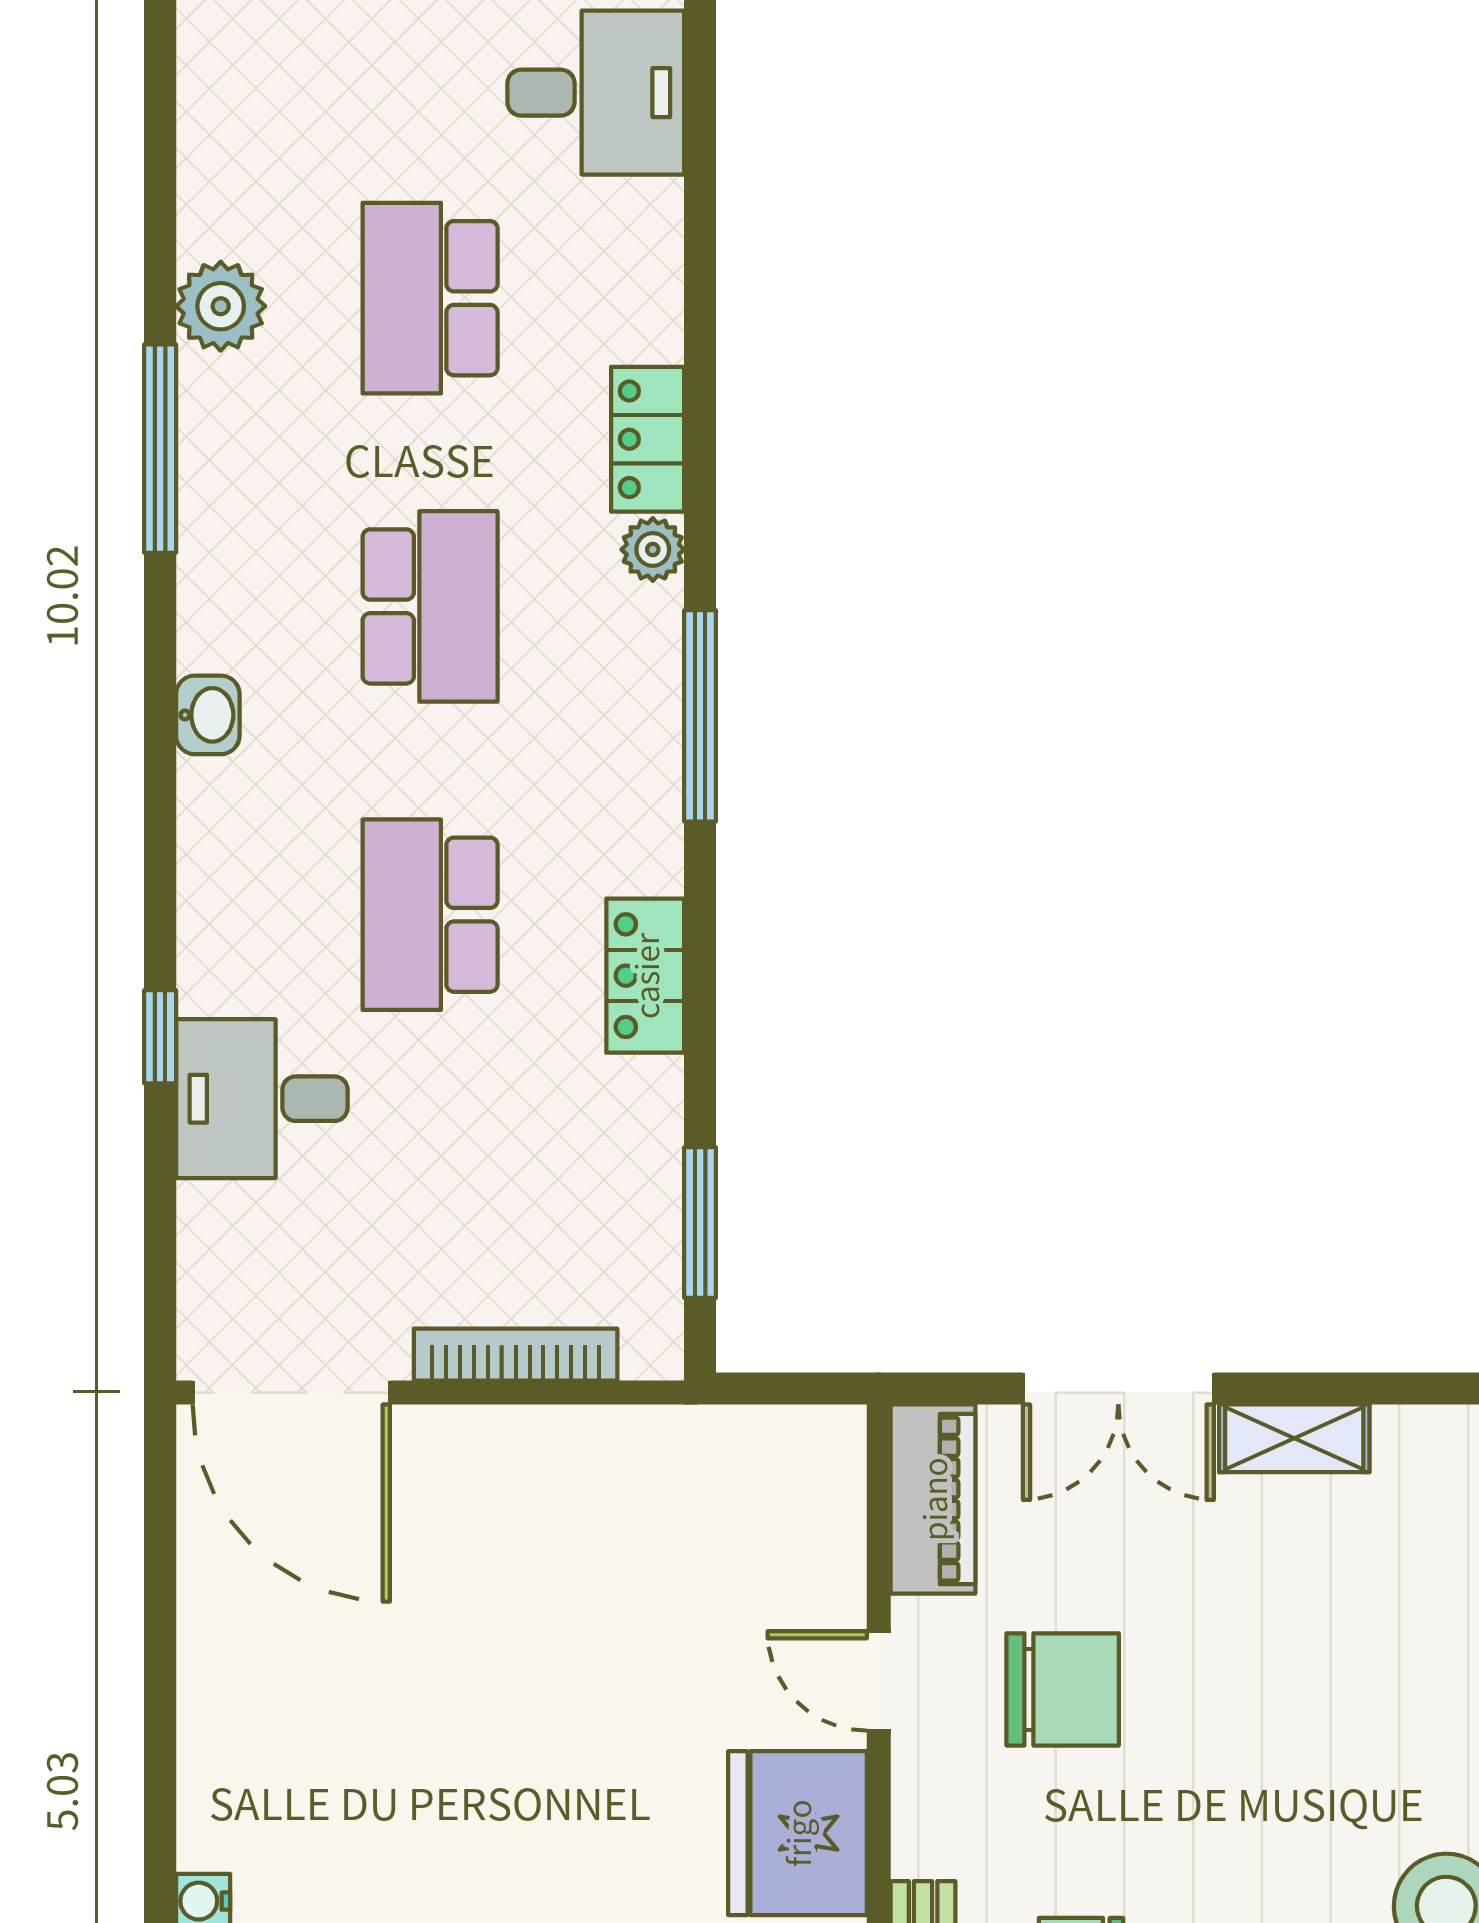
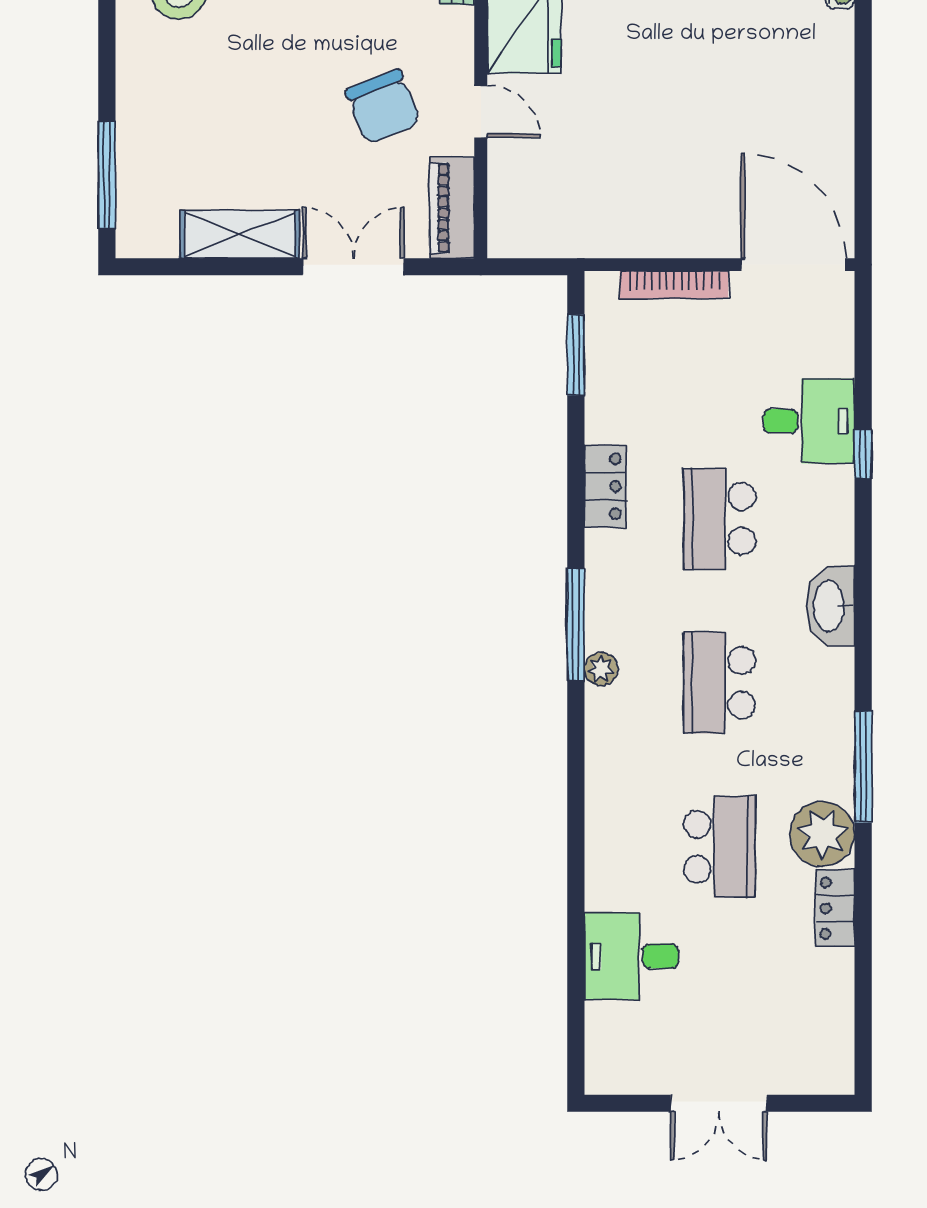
plant: (221, 306) -> (822, 834), width x1.36, depth x1.36
locker: (648, 439) -> (835, 908), moved, turned 180
plant: (653, 549) -> (601, 669), moved
washbasin: (208, 715) -> (830, 606), width x1.91, depth x1.45
school desk: (430, 915) -> (719, 519), turned 180
shelving: (1294, 1438) -> (240, 234), width x1.50, depth x1.33
chair: (1063, 1689) -> (383, 107), turned -112

